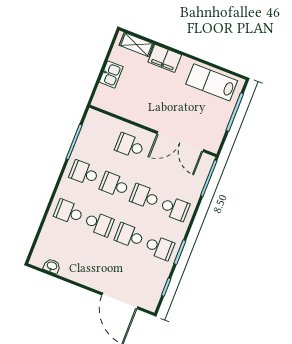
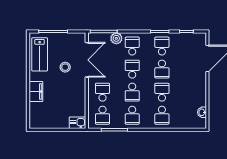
shelving: (136, 45) -> (34, 114), removed
kitchen sink: (111, 74) -> (77, 123), moved
stool: (182, 110) -> (65, 67), added
school desk: (99, 134) -> (102, 115), added
school desk: (130, 146) -> (102, 92), turned 180
plant: (193, 192) -> (116, 38), added
school desk: (145, 197) -> (132, 69), turned 180

